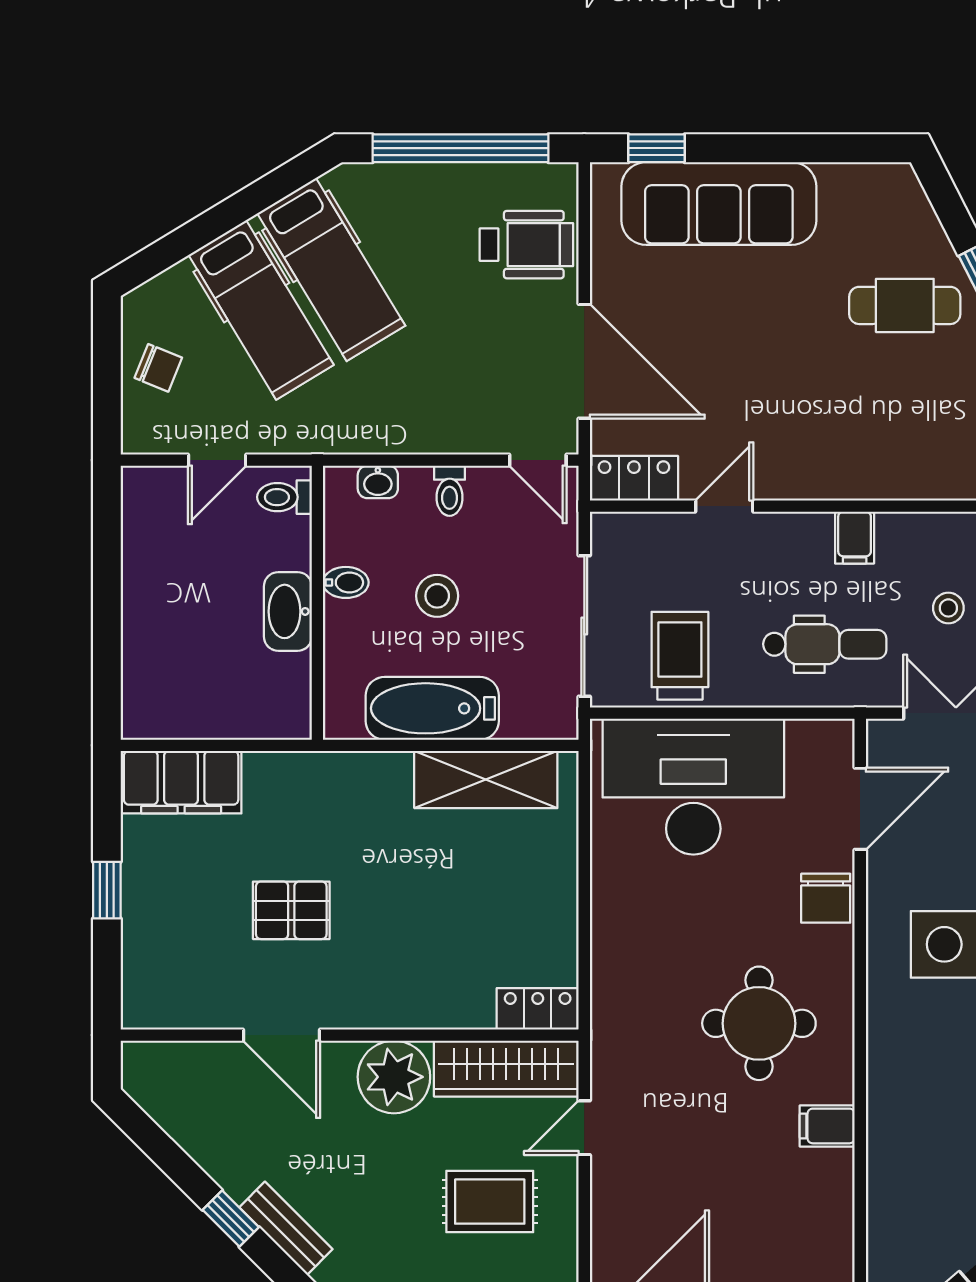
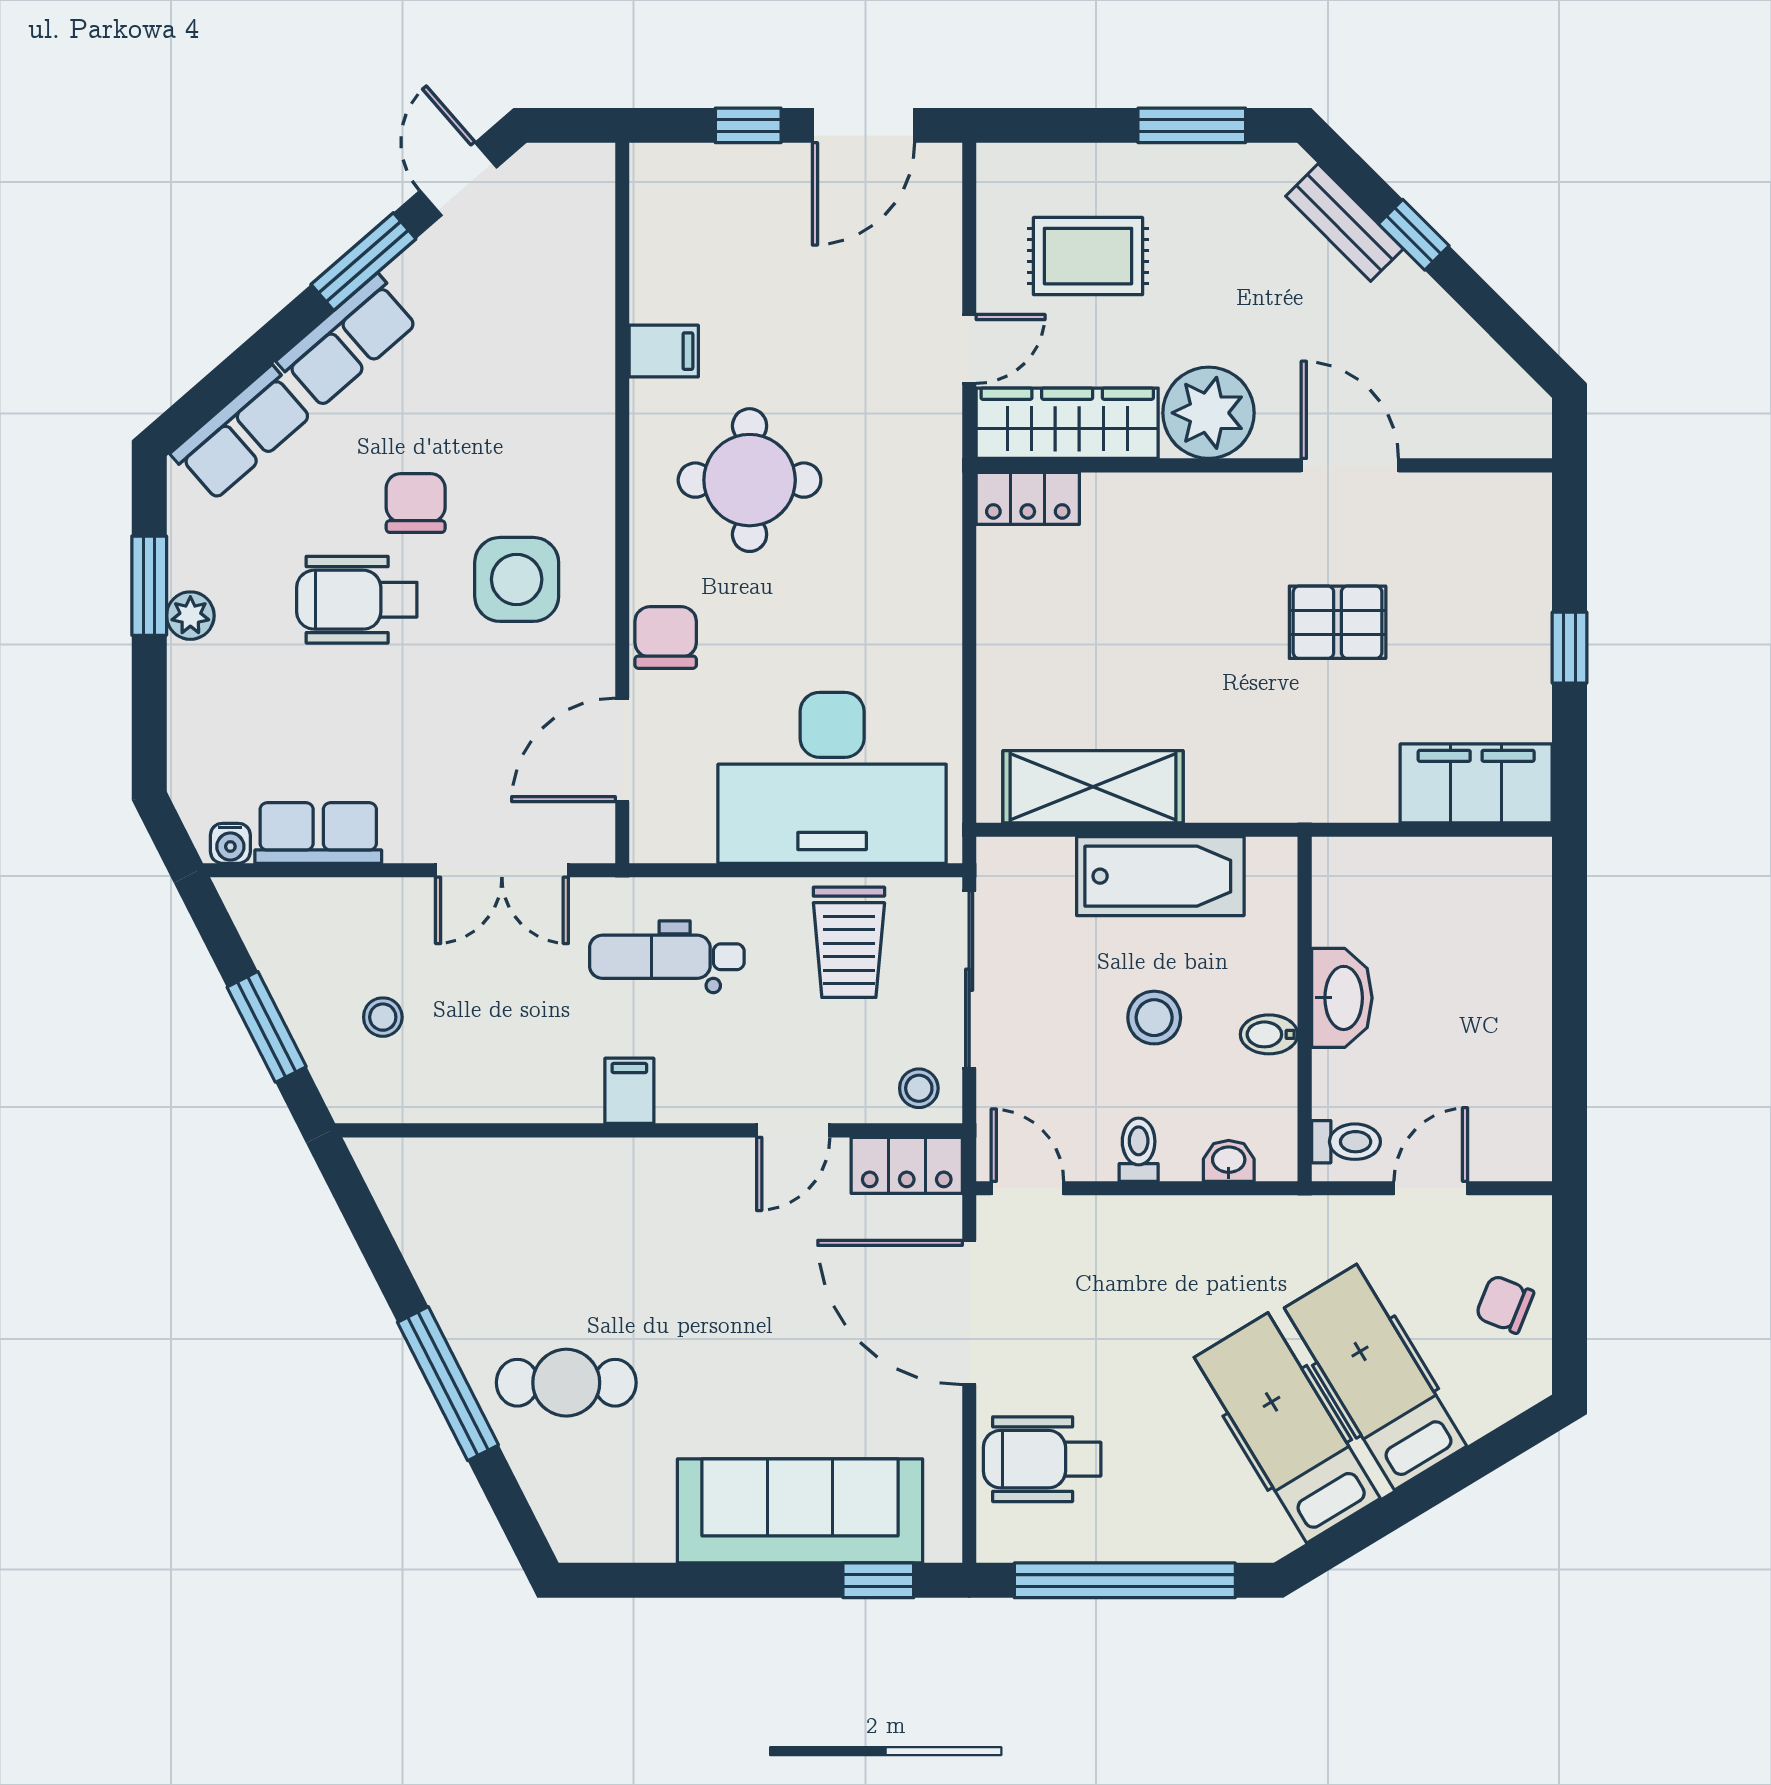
stool: (948, 608) -> (919, 1088), moved

